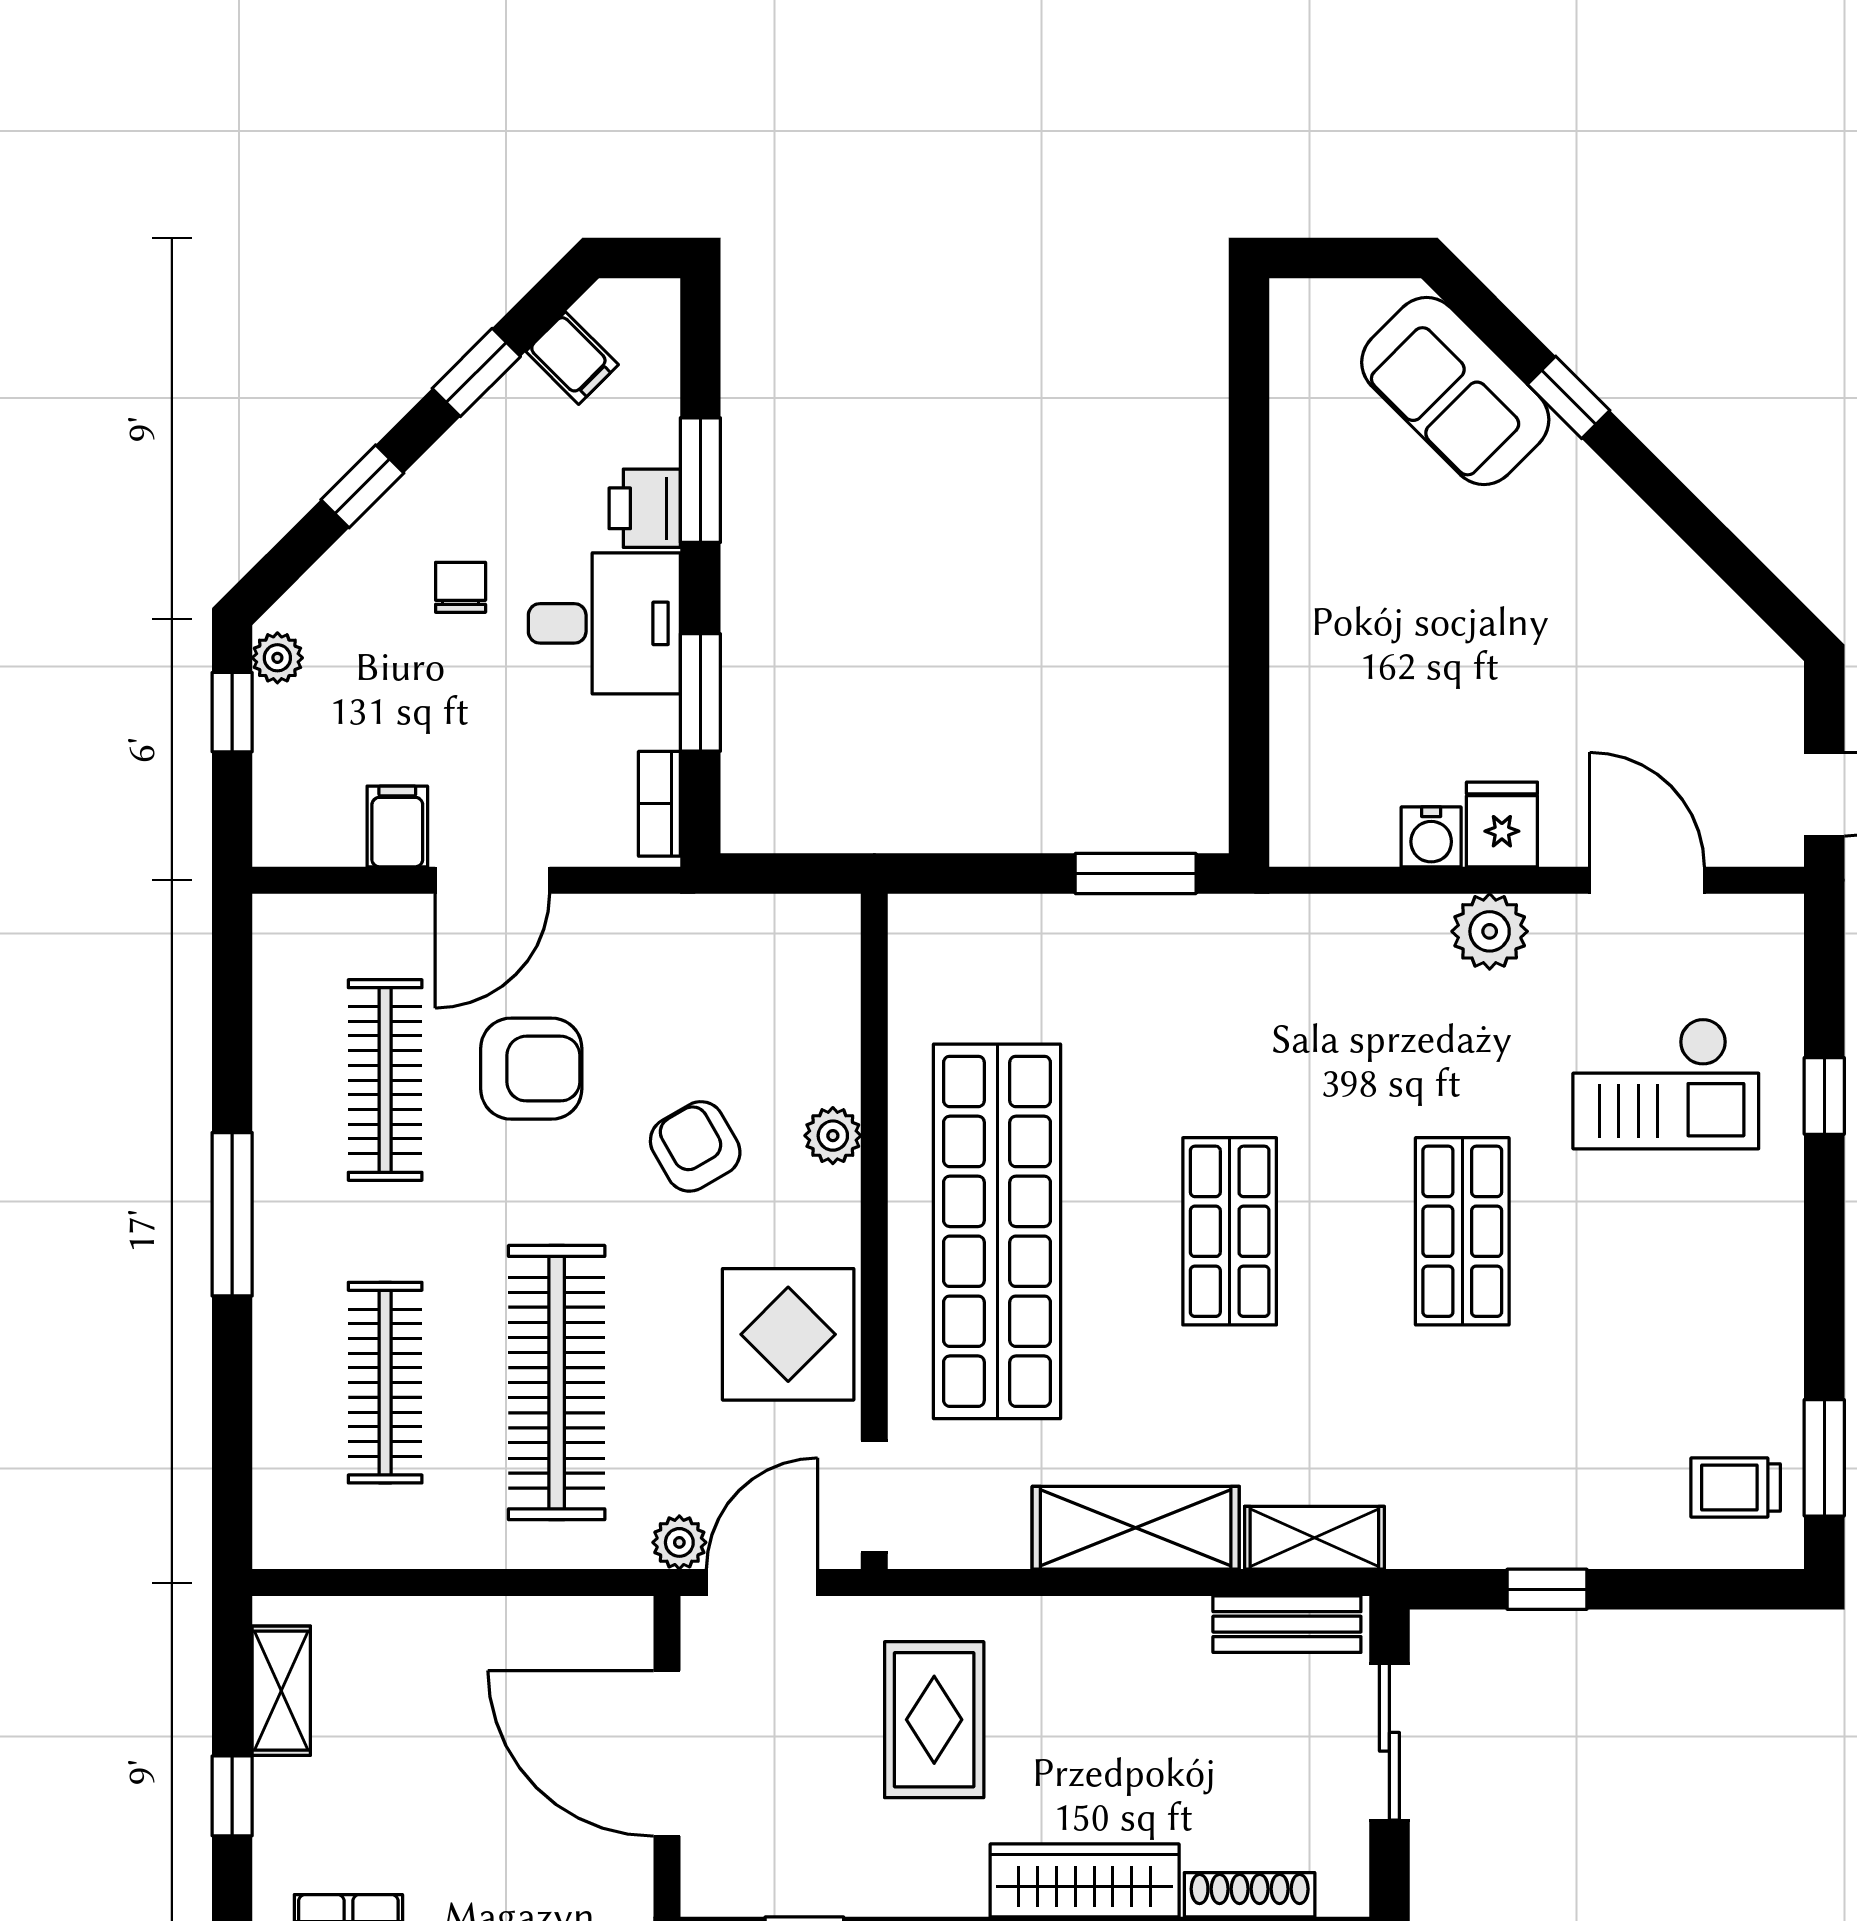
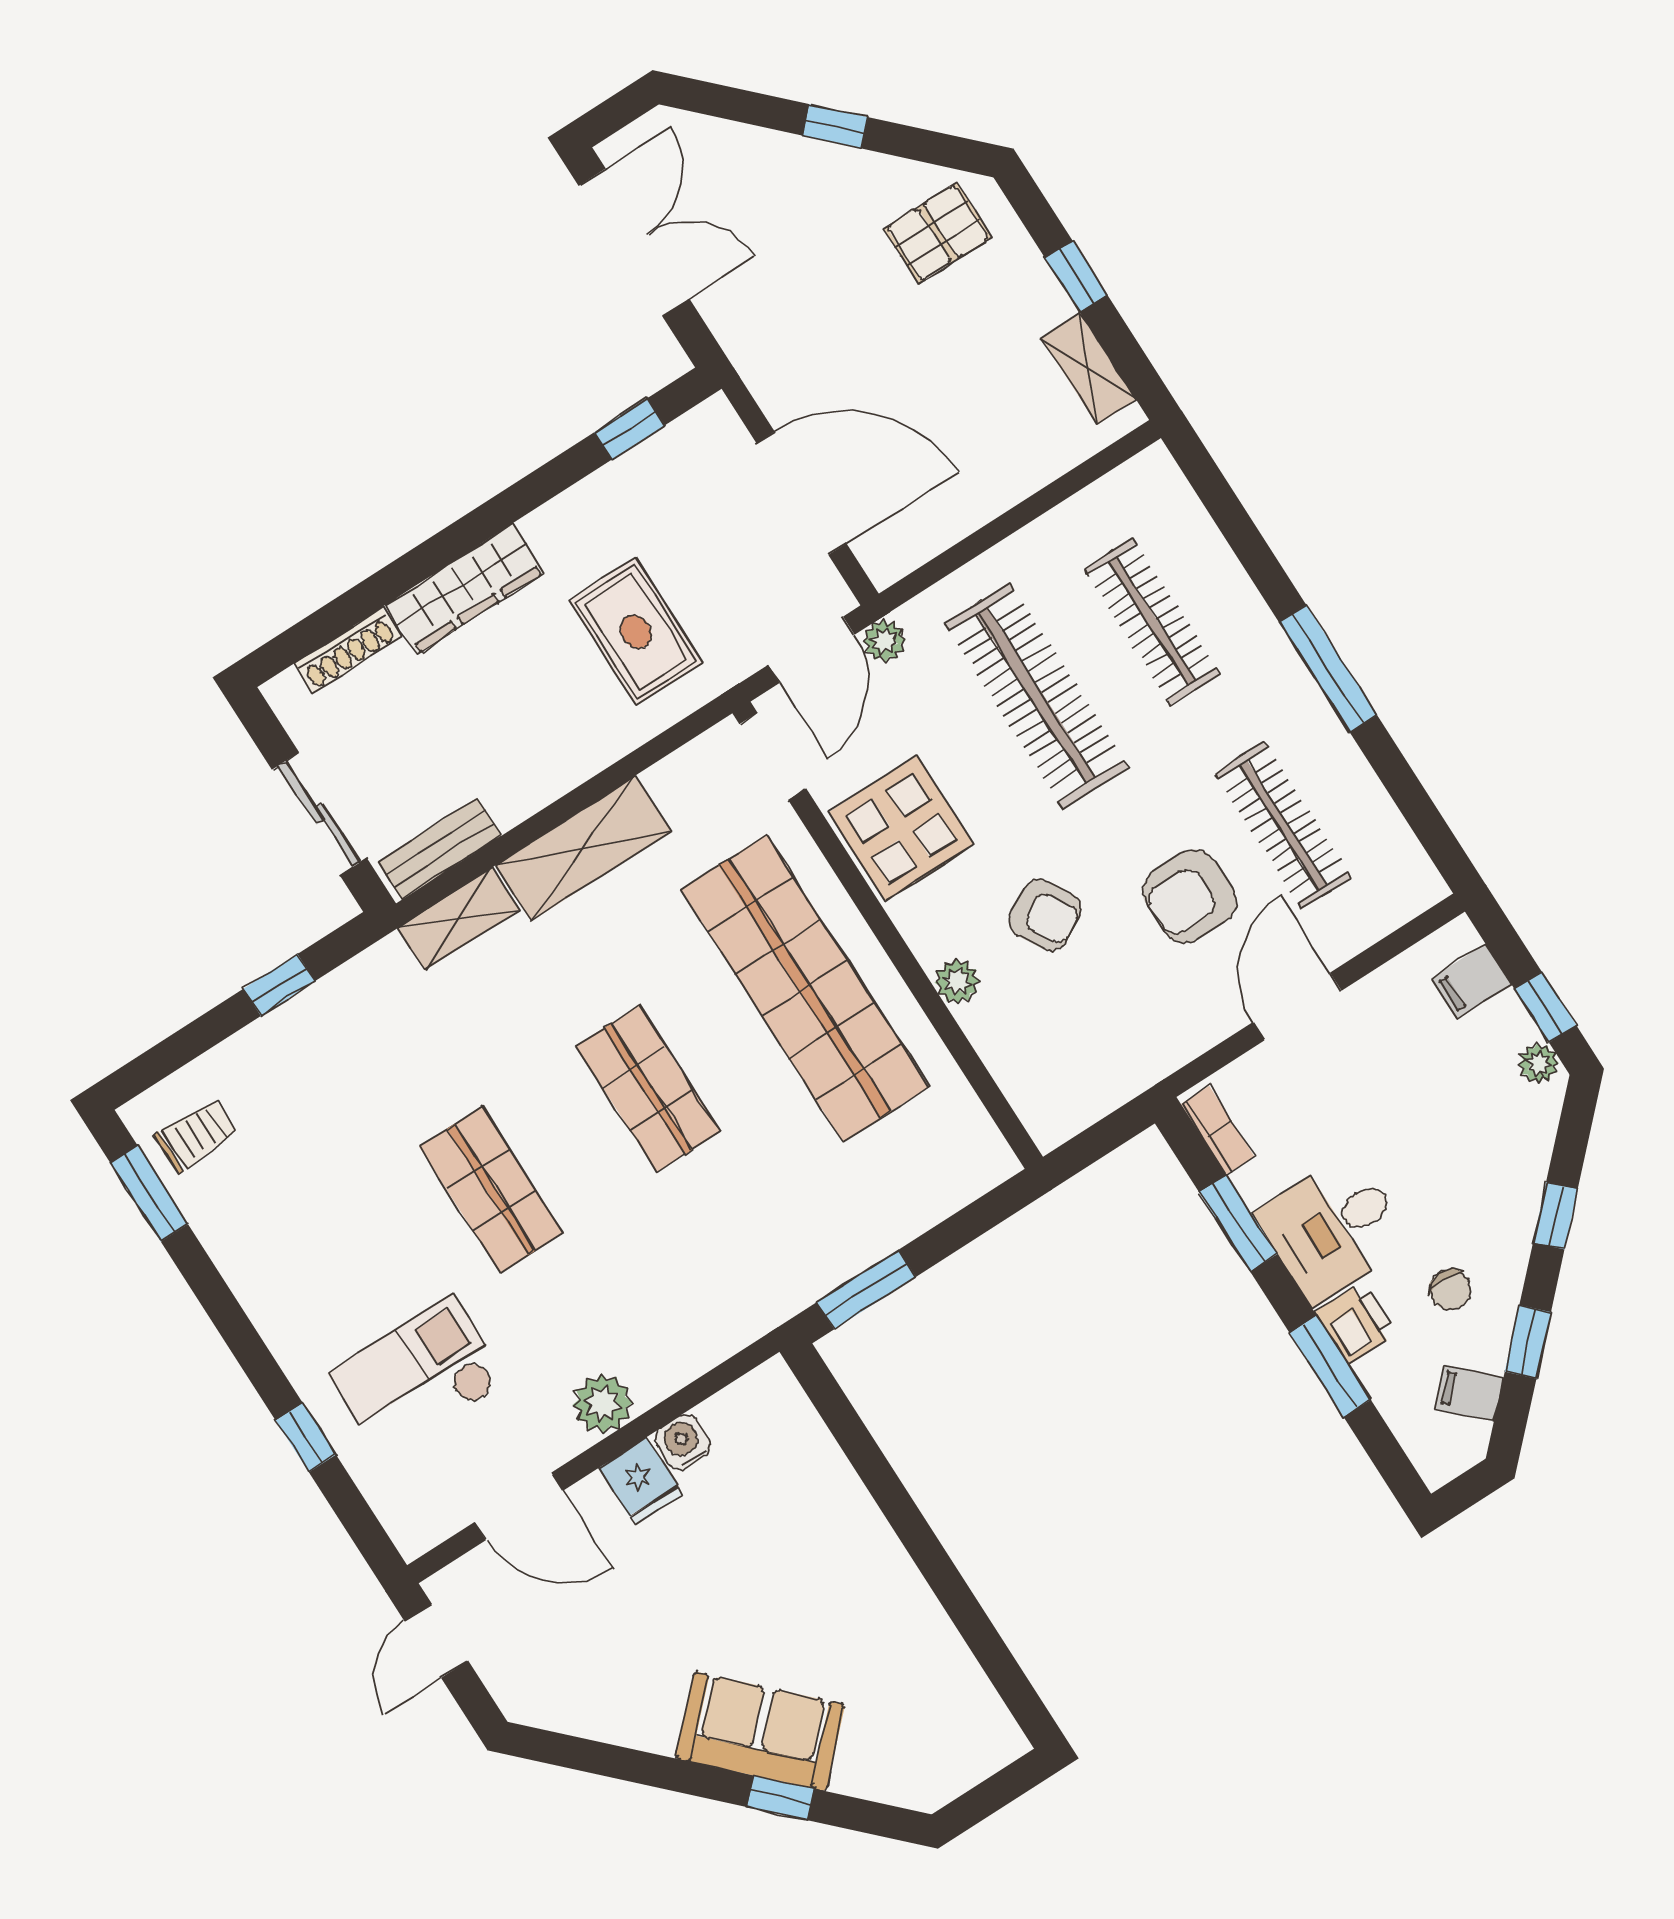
sofa: (1455, 391) -> (760, 1731), moved
chair: (461, 587) -> (1450, 1290), moved
filing cabinet: (397, 826) -> (1471, 981), moved, turned 90

